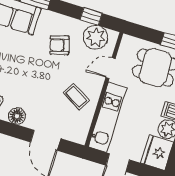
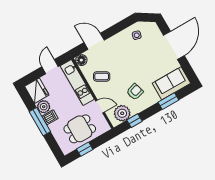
door: (111, 68) -> (100, 107), hinge flipped
floor lamp: (17, 116) -> (81, 60), moved

